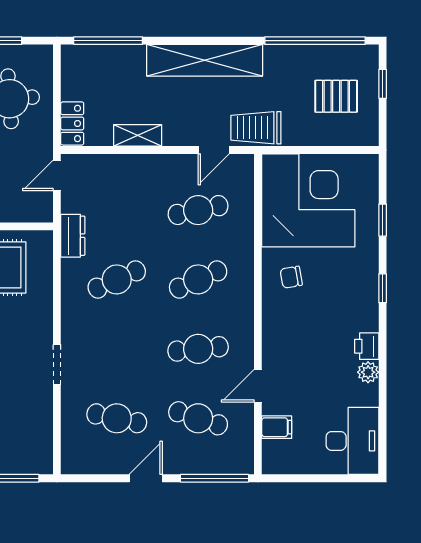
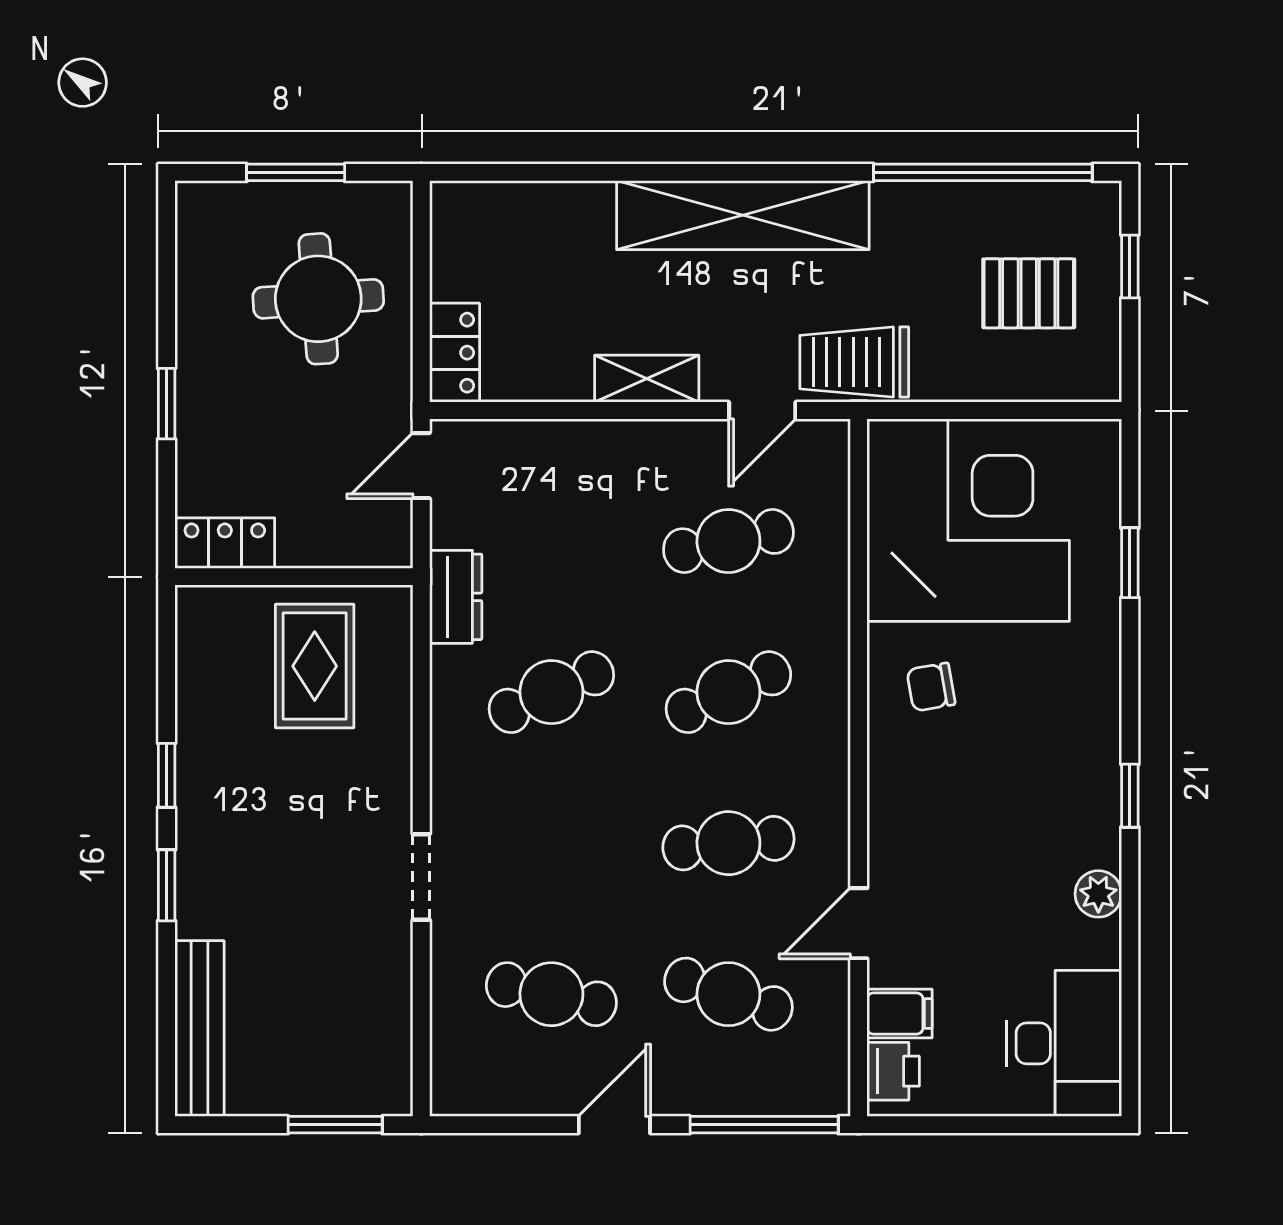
window: (108, 41) -> (533, 172), removed
shelving: (138, 135) -> (647, 379), moved
window: (383, 288) -> (1130, 796), moved
printer: (367, 346) -> (893, 1071), moved, turned 180

